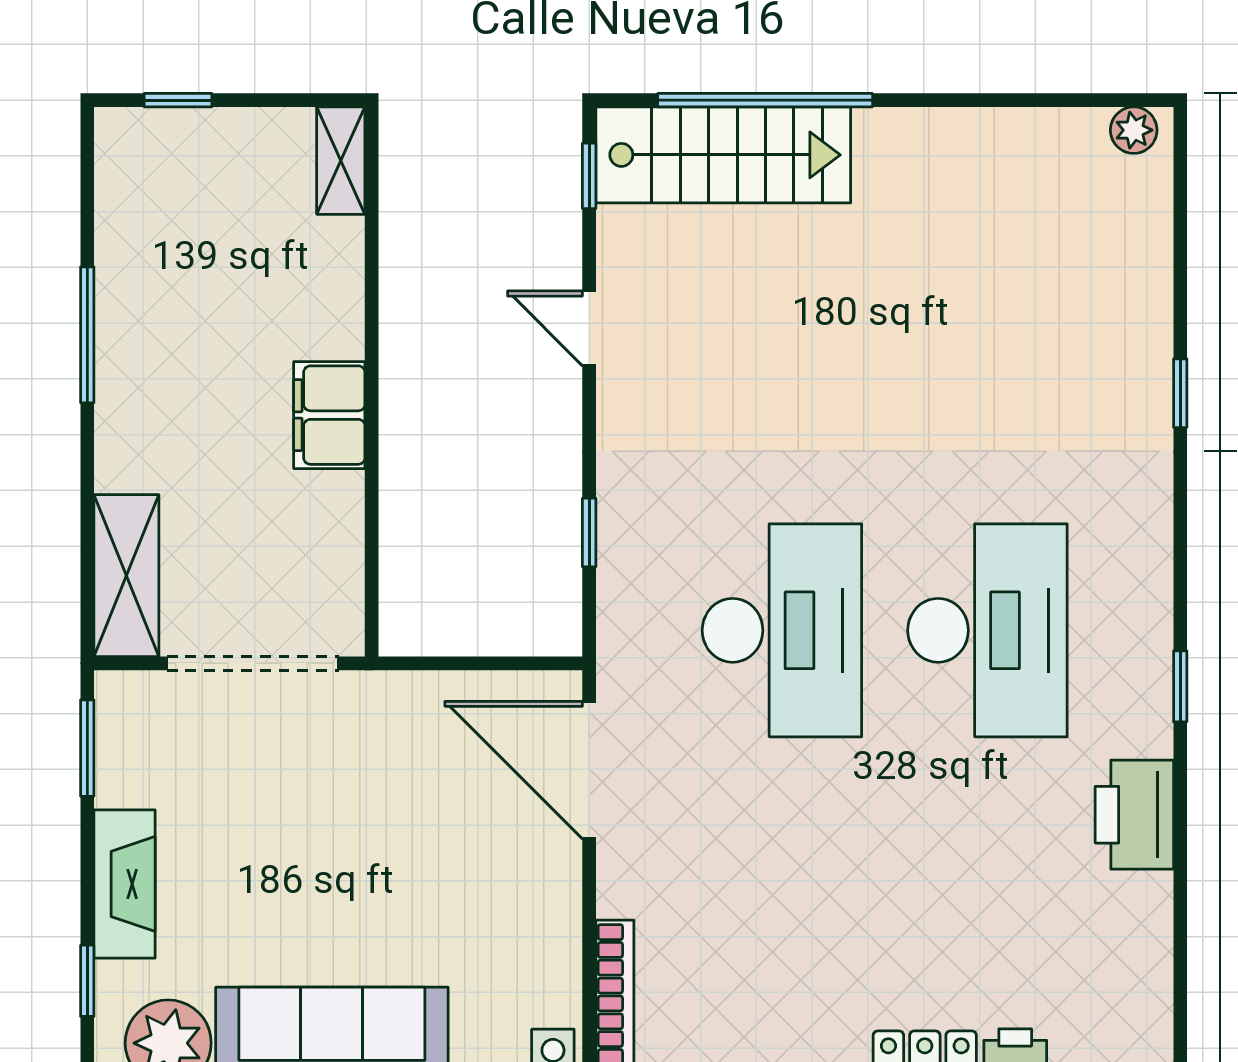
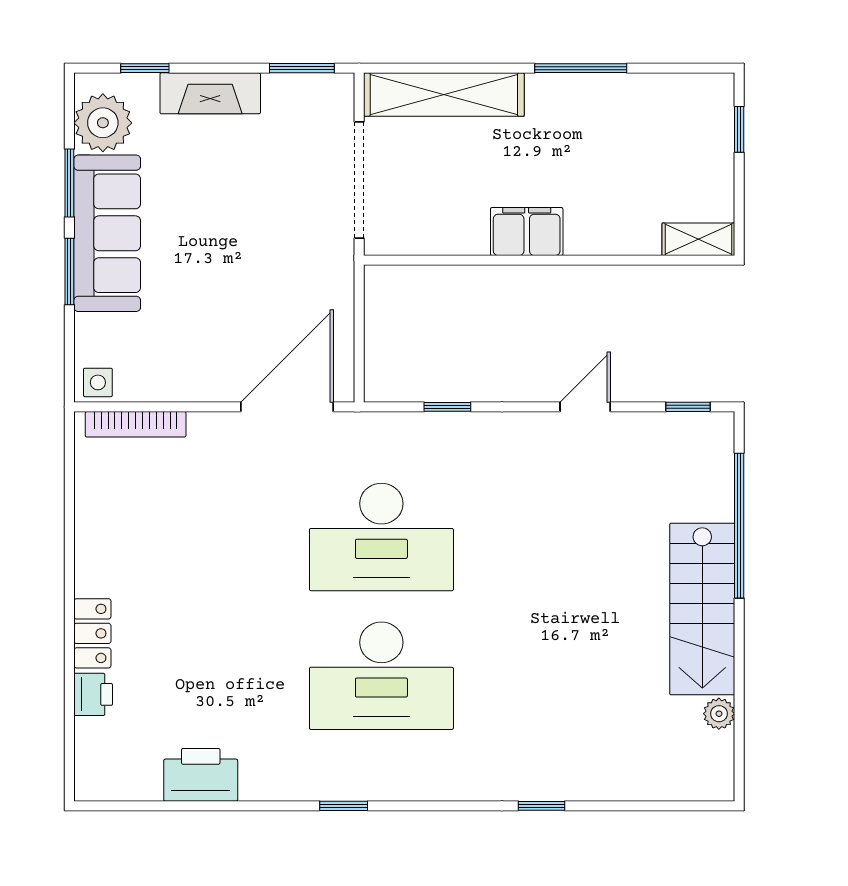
plant: (1134, 130) -> (719, 714), moved
stairs: (723, 155) -> (702, 609), moved
shelving: (126, 576) -> (444, 95), width x1.47
printer: (1134, 815) -> (201, 775), moved

